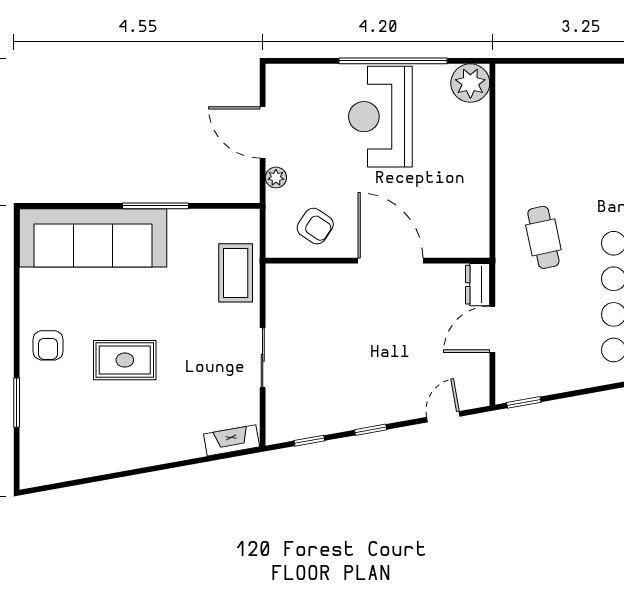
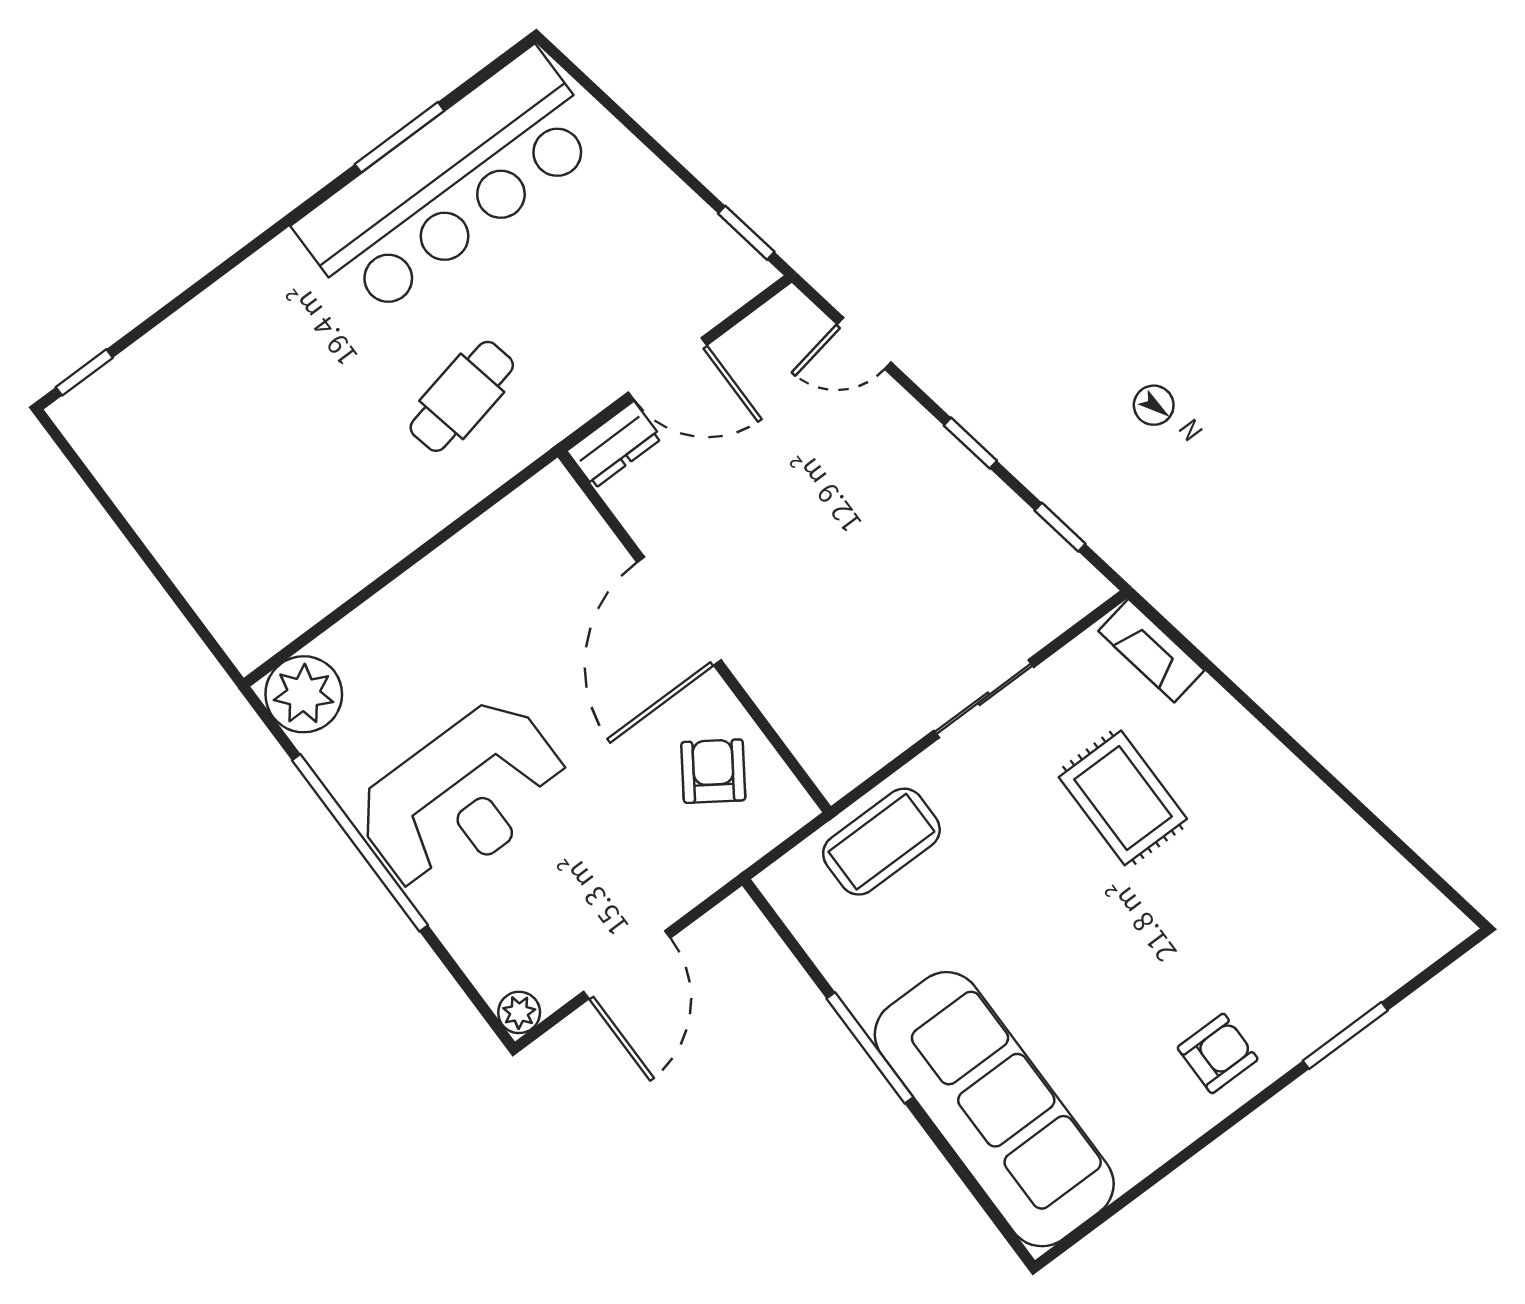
plant: (276, 178) -> (519, 1012), moved
rug: (125, 360) -> (1123, 798), moved

